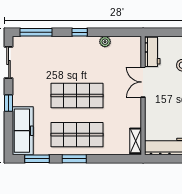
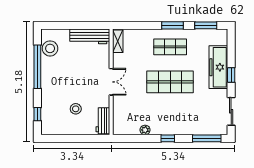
double door: (143, 82) -> (111, 82), moved
freezer: (23, 131) -> (218, 67), moved
shop shelf: (77, 135) -> (170, 47), width x0.70, depth x0.74

